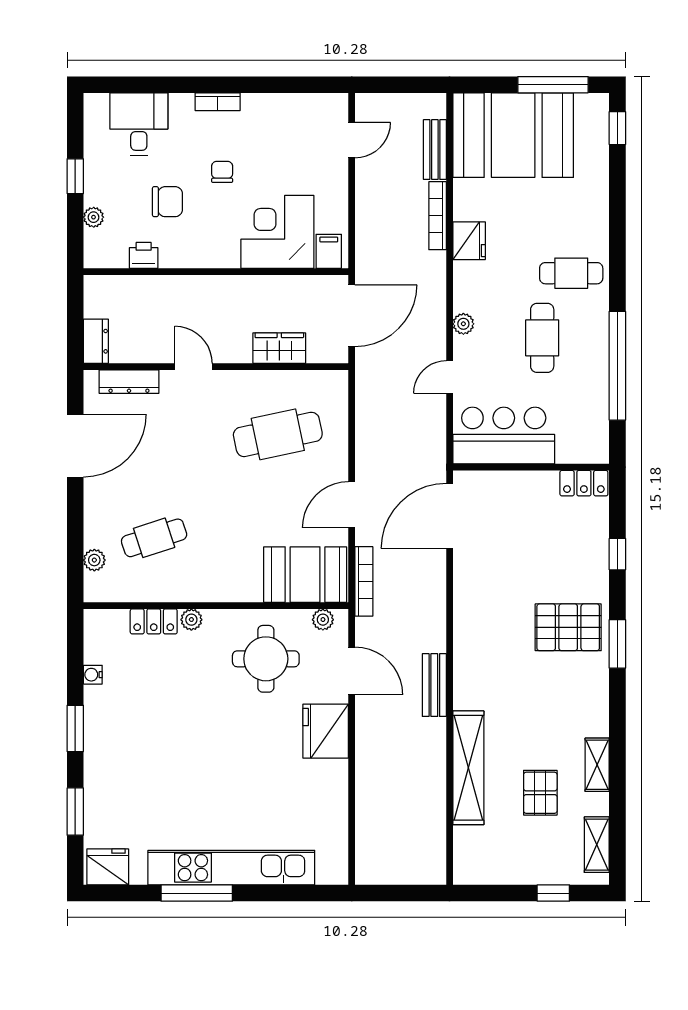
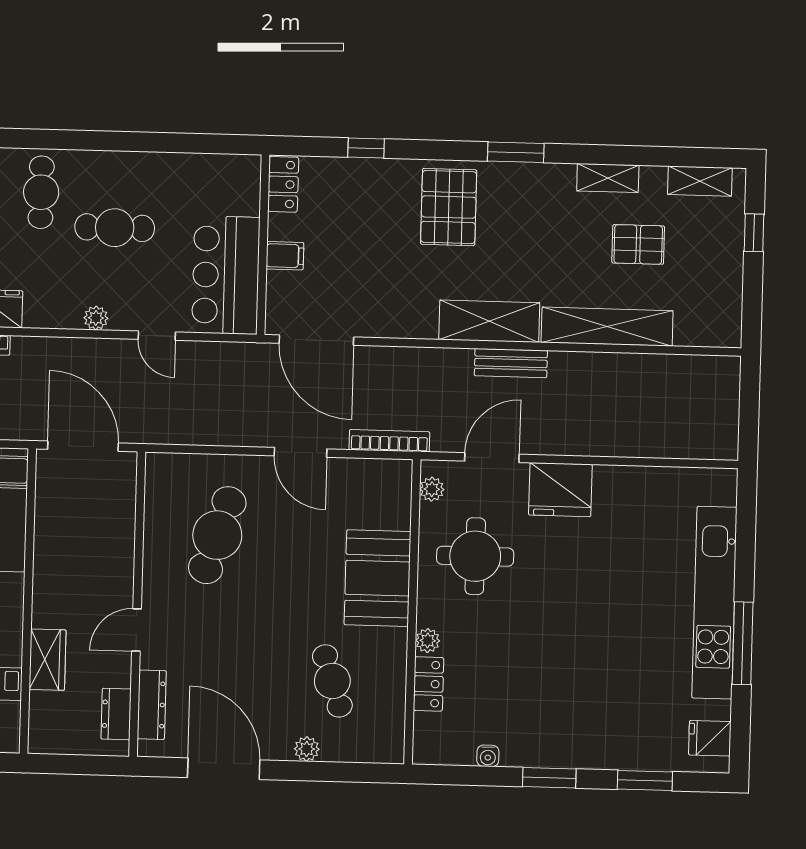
dresser: (96, 341) -> (116, 714), moved, turned -90
wardrobe: (279, 348) -> (48, 660), moved, turned 180
window: (617, 366) -> (149, 142), removed
cafe table: (278, 434) -> (217, 535), turned 30
filing cabinet: (522, 486) -> (285, 256), added
plant: (94, 560) -> (307, 749), moved
booth: (305, 575) -> (378, 578), moved
window: (617, 644) -> (516, 152), moved
shelving: (470, 665) -> (489, 321), added
fridge: (108, 867) -> (710, 738), width x0.72

